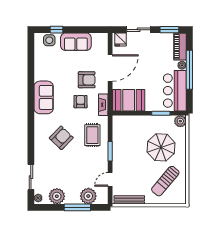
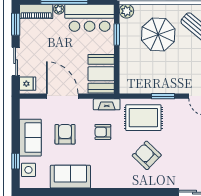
armchair: (87, 80) -> (65, 134), moved
sofa: (44, 97) -> (70, 177), moved
rug: (92, 135) -> (143, 118), width x1.36, depth x1.43

